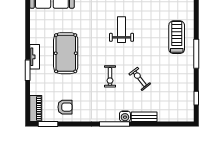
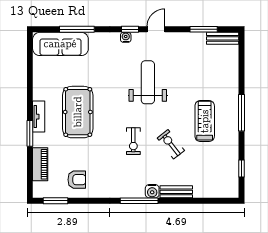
weight bench: (122, 30) -> (148, 82), width x1.36, depth x1.33
treadmill: (177, 37) -> (205, 121), moved
piano: (36, 109) -> (40, 164), moved

